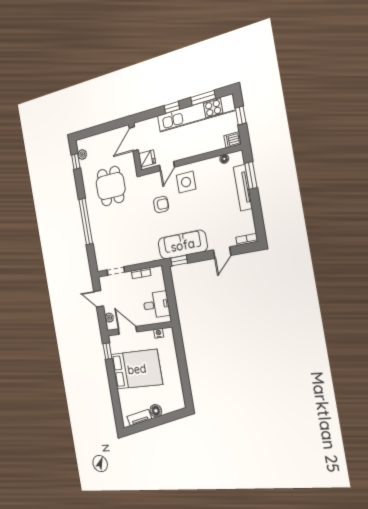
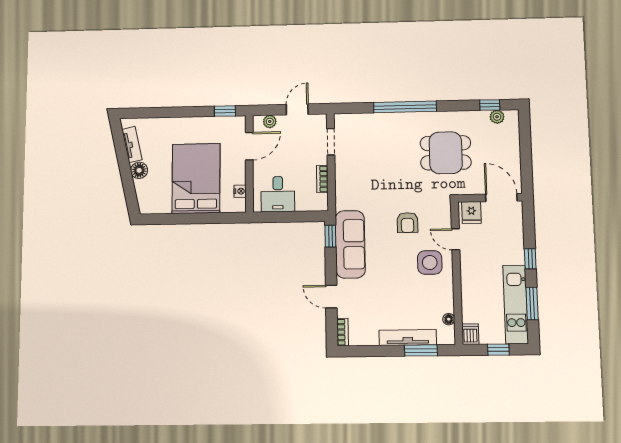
kitchen unit: (196, 113) -> (516, 304), width x0.73
bed: (137, 369) -> (196, 178), moved, turned 180

